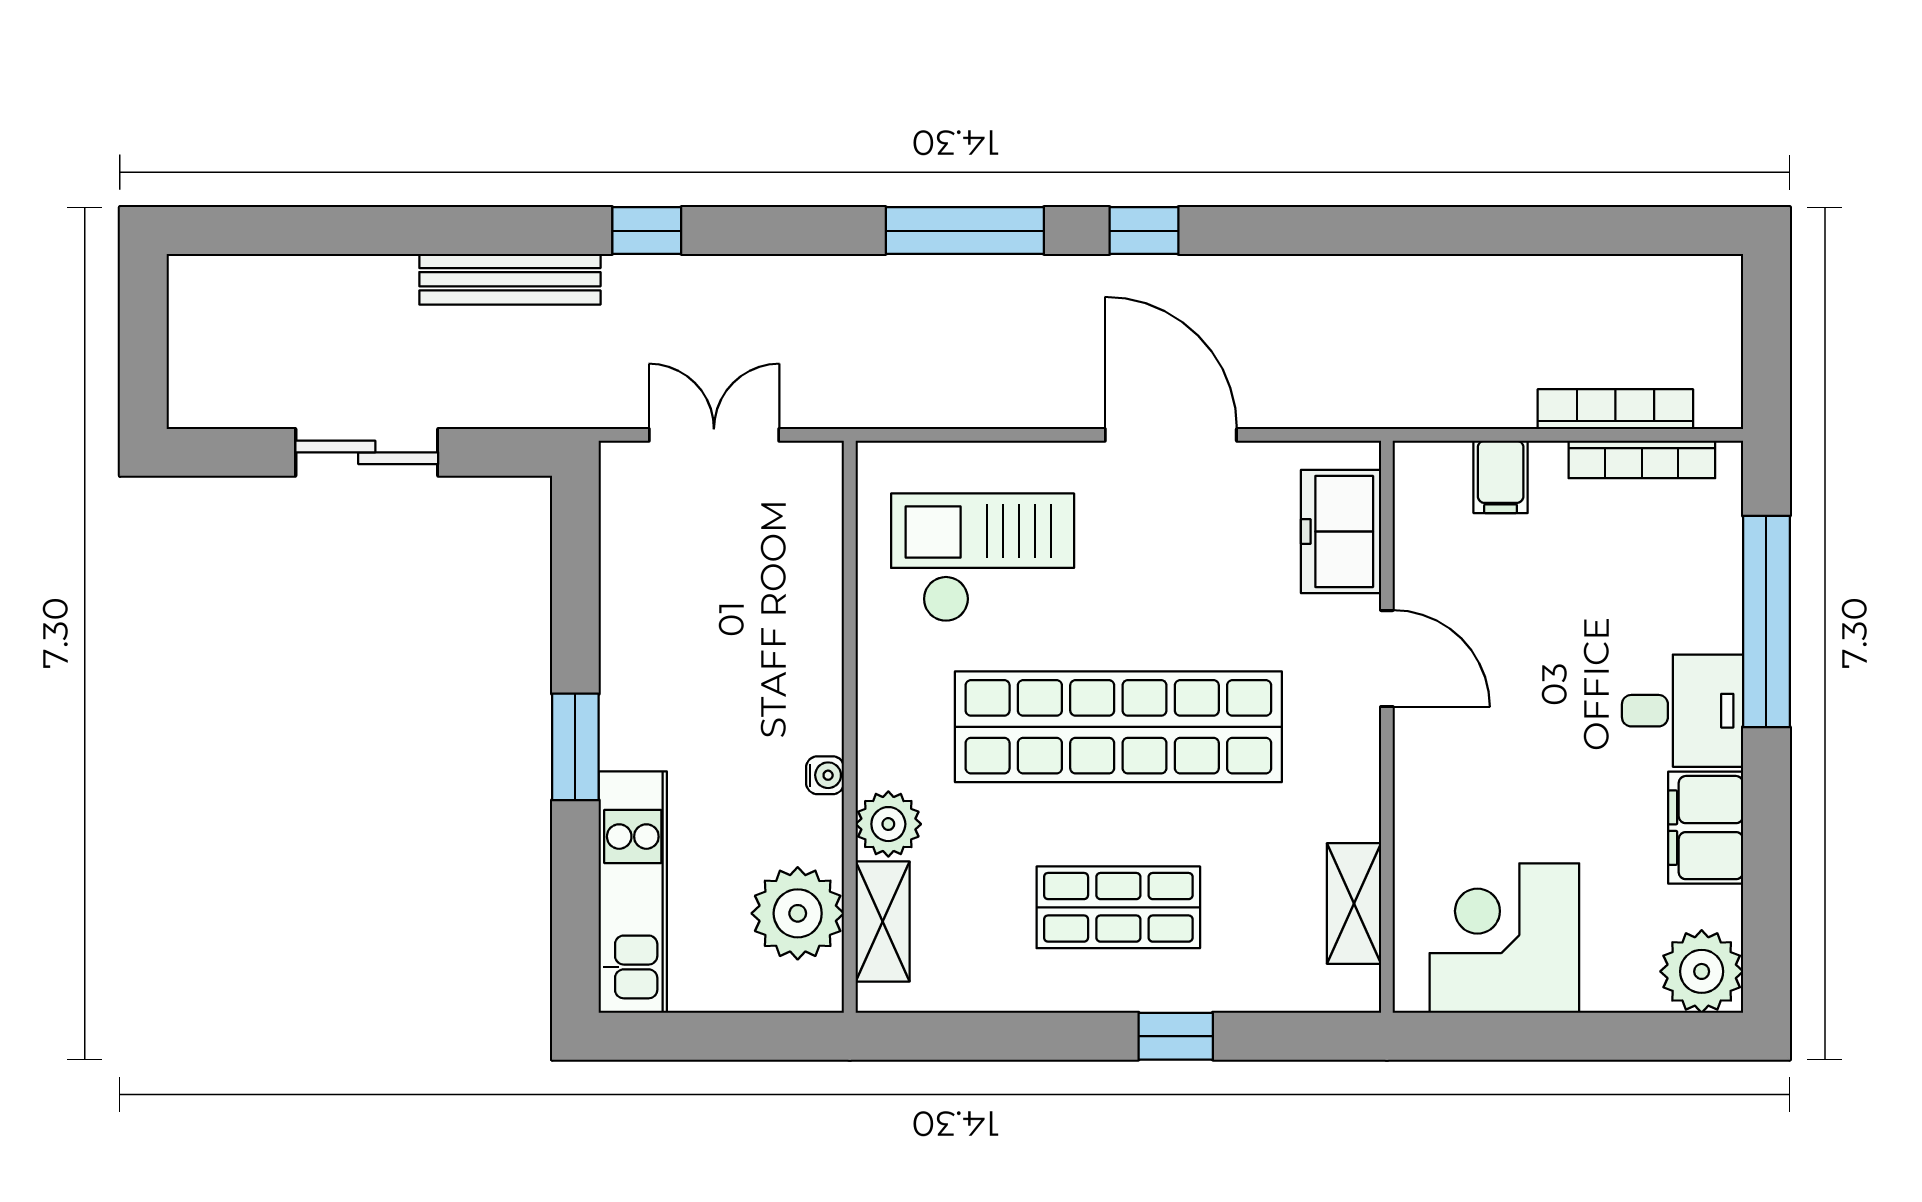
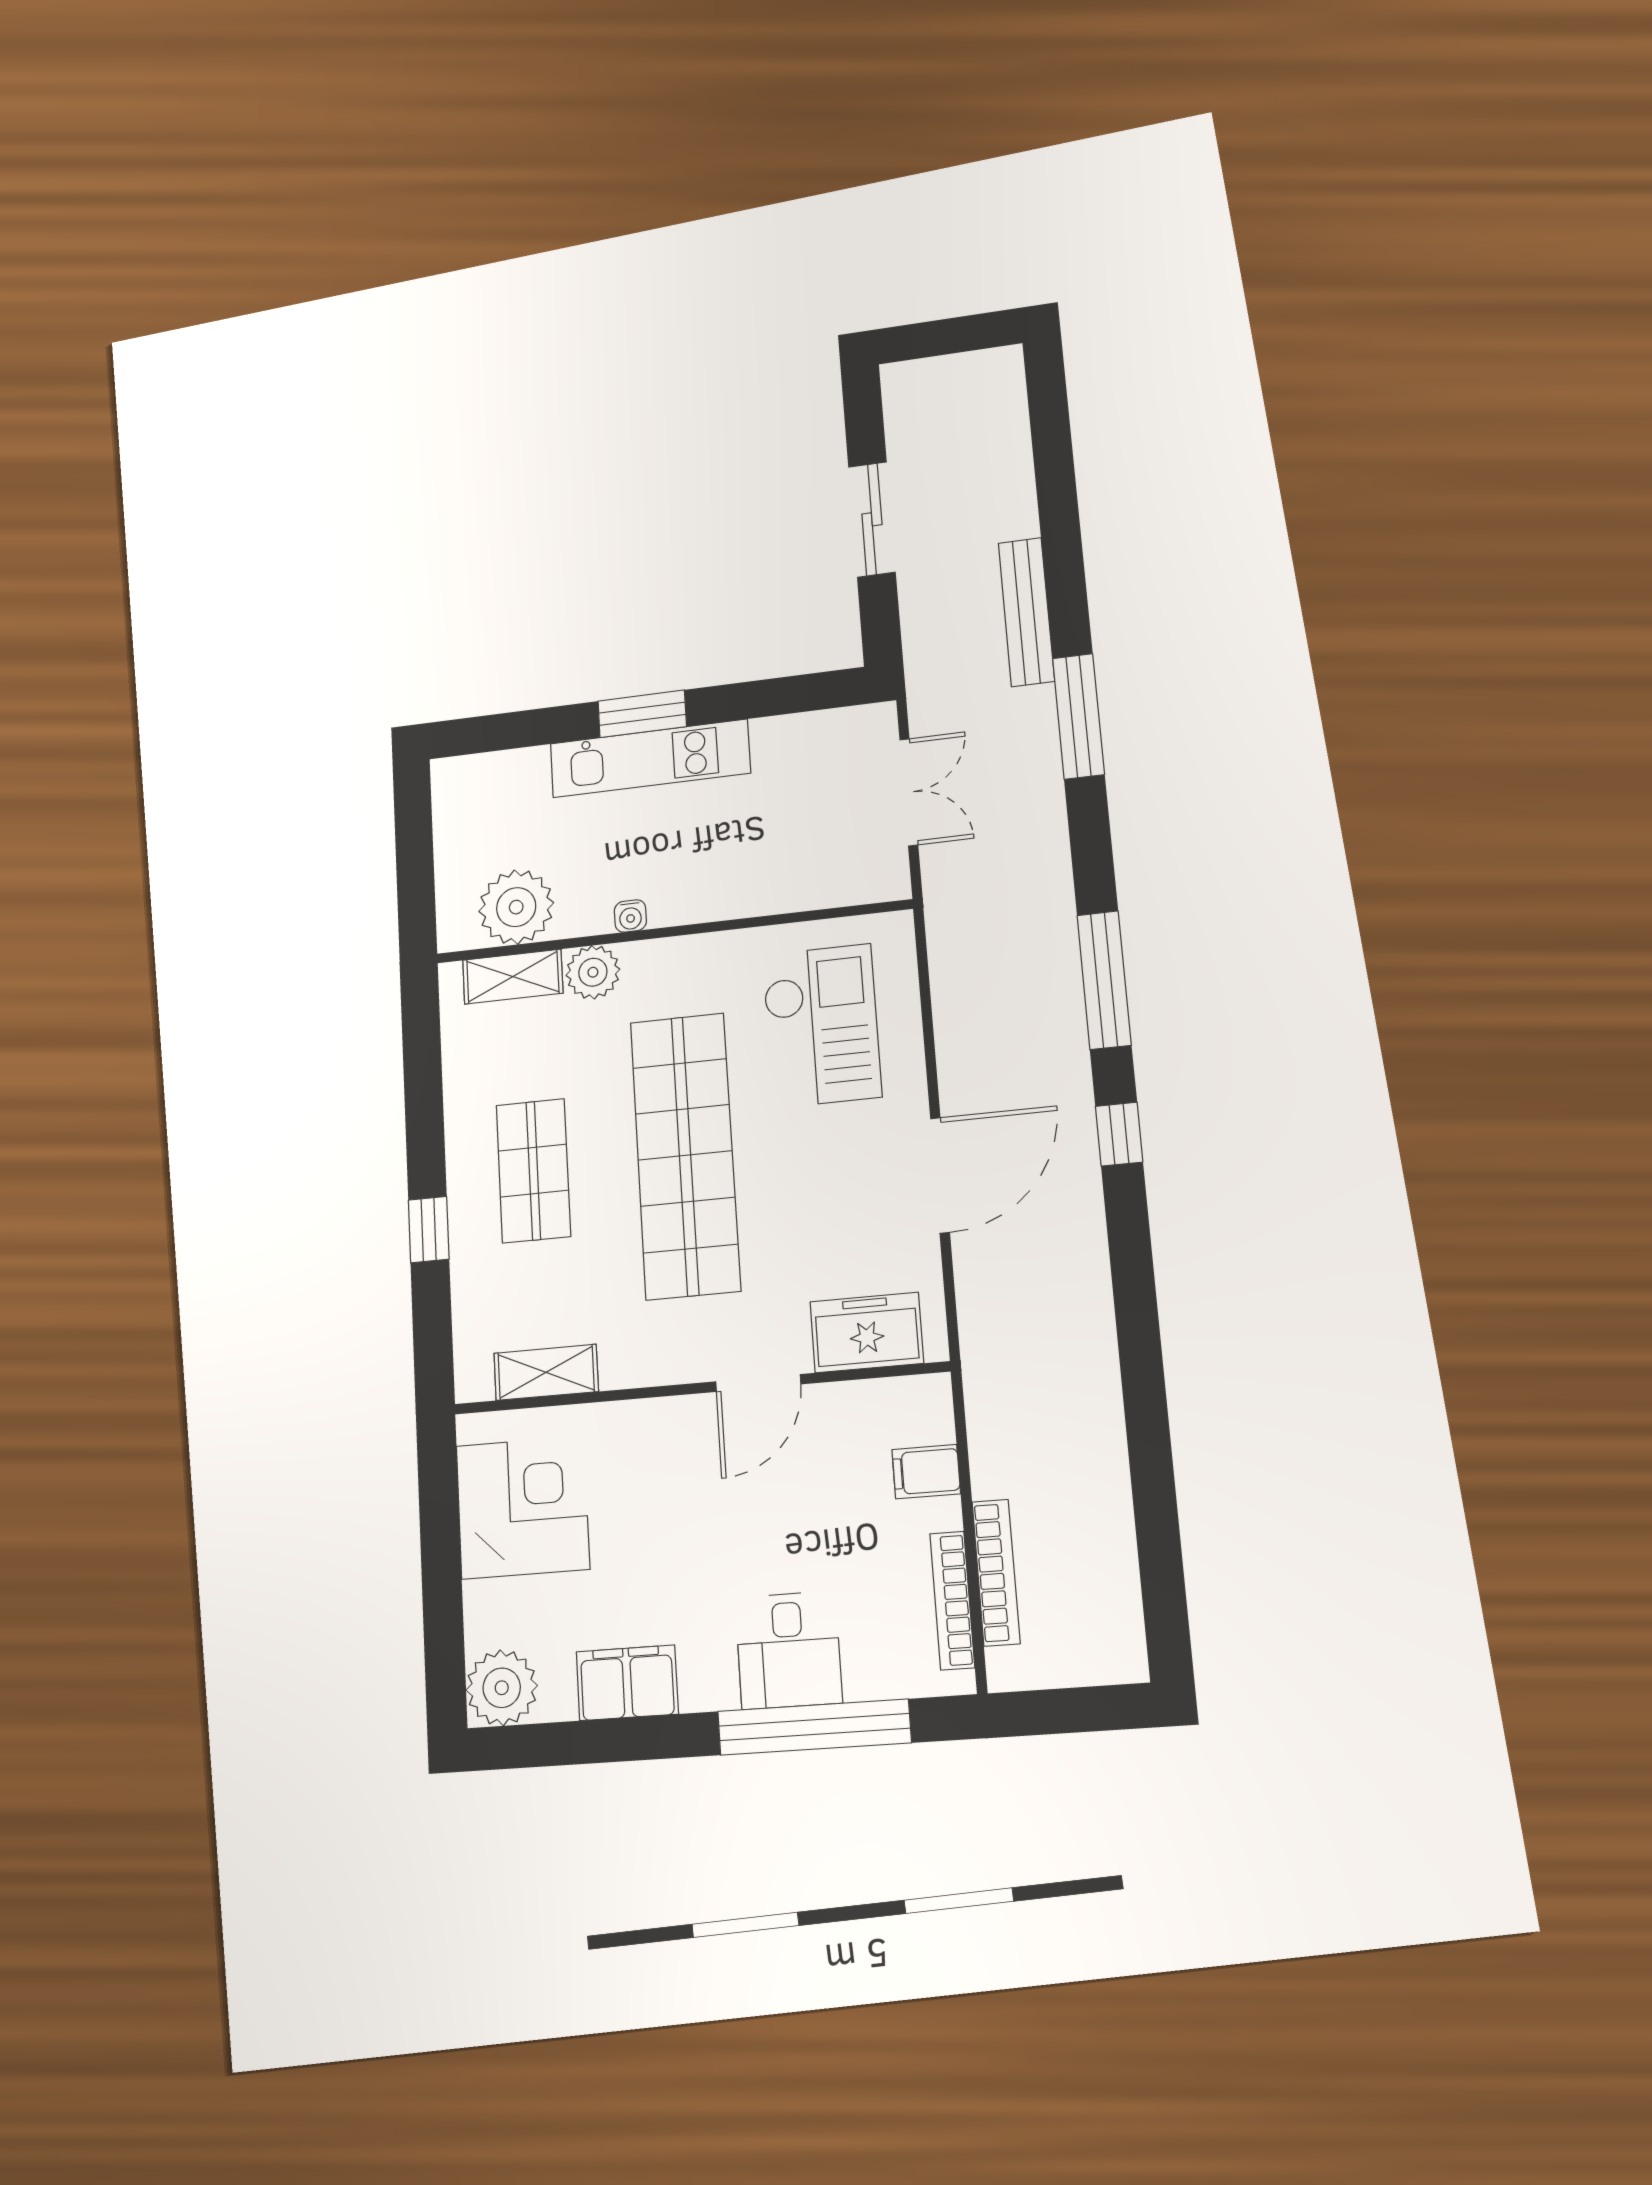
window: (647, 231) -> (1078, 716), width x2.17
desk: (1682, 711) -> (789, 1650), moved
kitchen unit: (633, 892) -> (650, 758), moved

